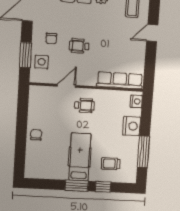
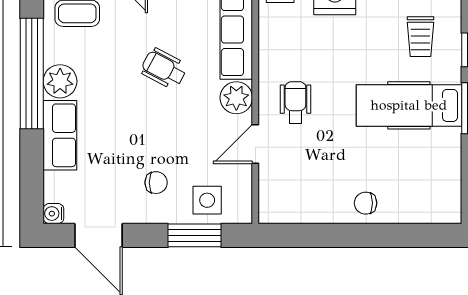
wheelchair: (79, 46) -> (164, 69), moved, turned 118
plant: (88, 78) -> (236, 98), added
door: (66, 86) -> (255, 144), hinge flipped

